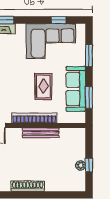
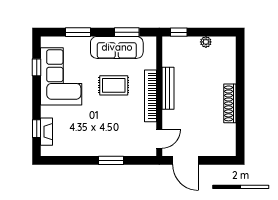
window: (89, 165) -> (179, 32), moved

